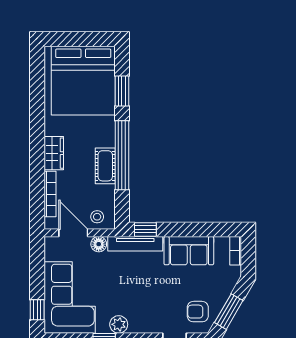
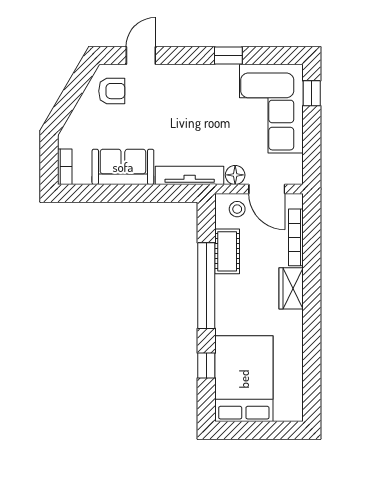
bed: (83, 81) -> (244, 379), width x0.73
window: (122, 91) -> (206, 366), width x0.67
cot: (105, 166) -> (227, 251), moved
window: (145, 229) -> (177, 193), removed
window: (229, 312) -> (73, 91), removed
plant: (119, 324) -> (210, 75), removed

